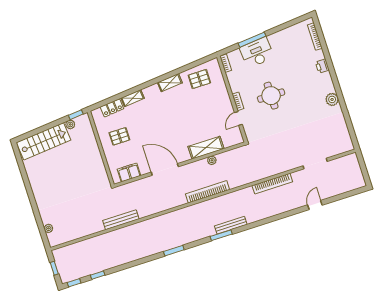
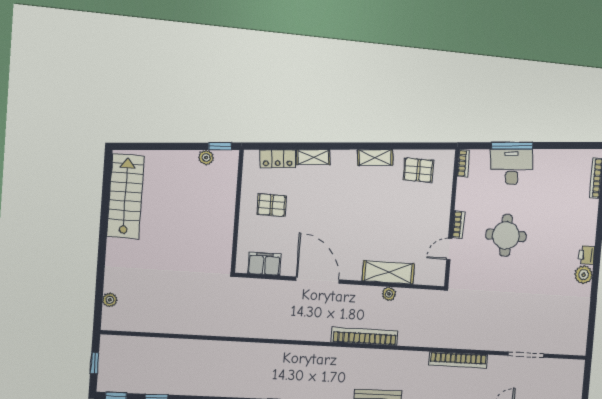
printer: (322, 66) -> (587, 255), moved
stairs: (44, 141) -> (125, 196), moved, turned -85
bench: (121, 220) -> (224, 329), removed

